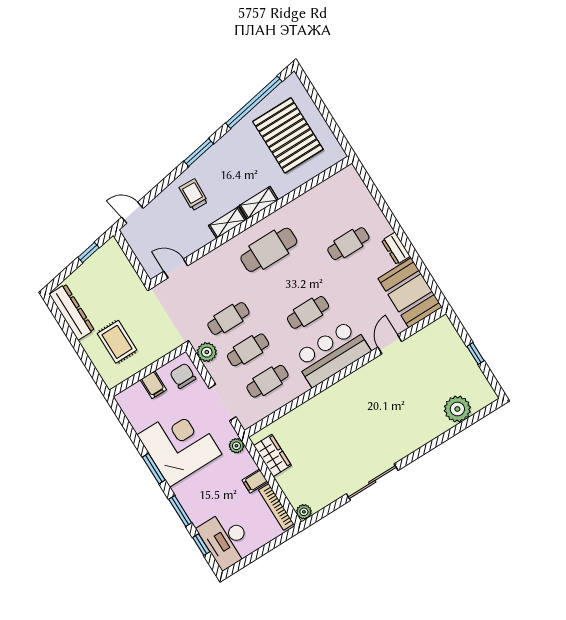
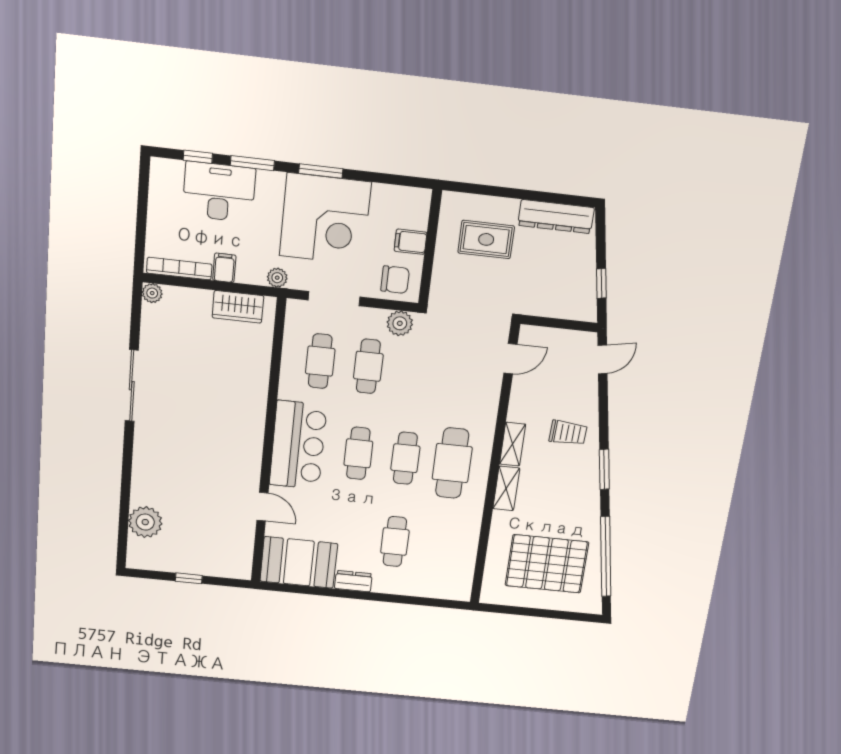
cafe table: (228, 319) -> (405, 458), moved
desk: (226, 539) -> (219, 192), moved

